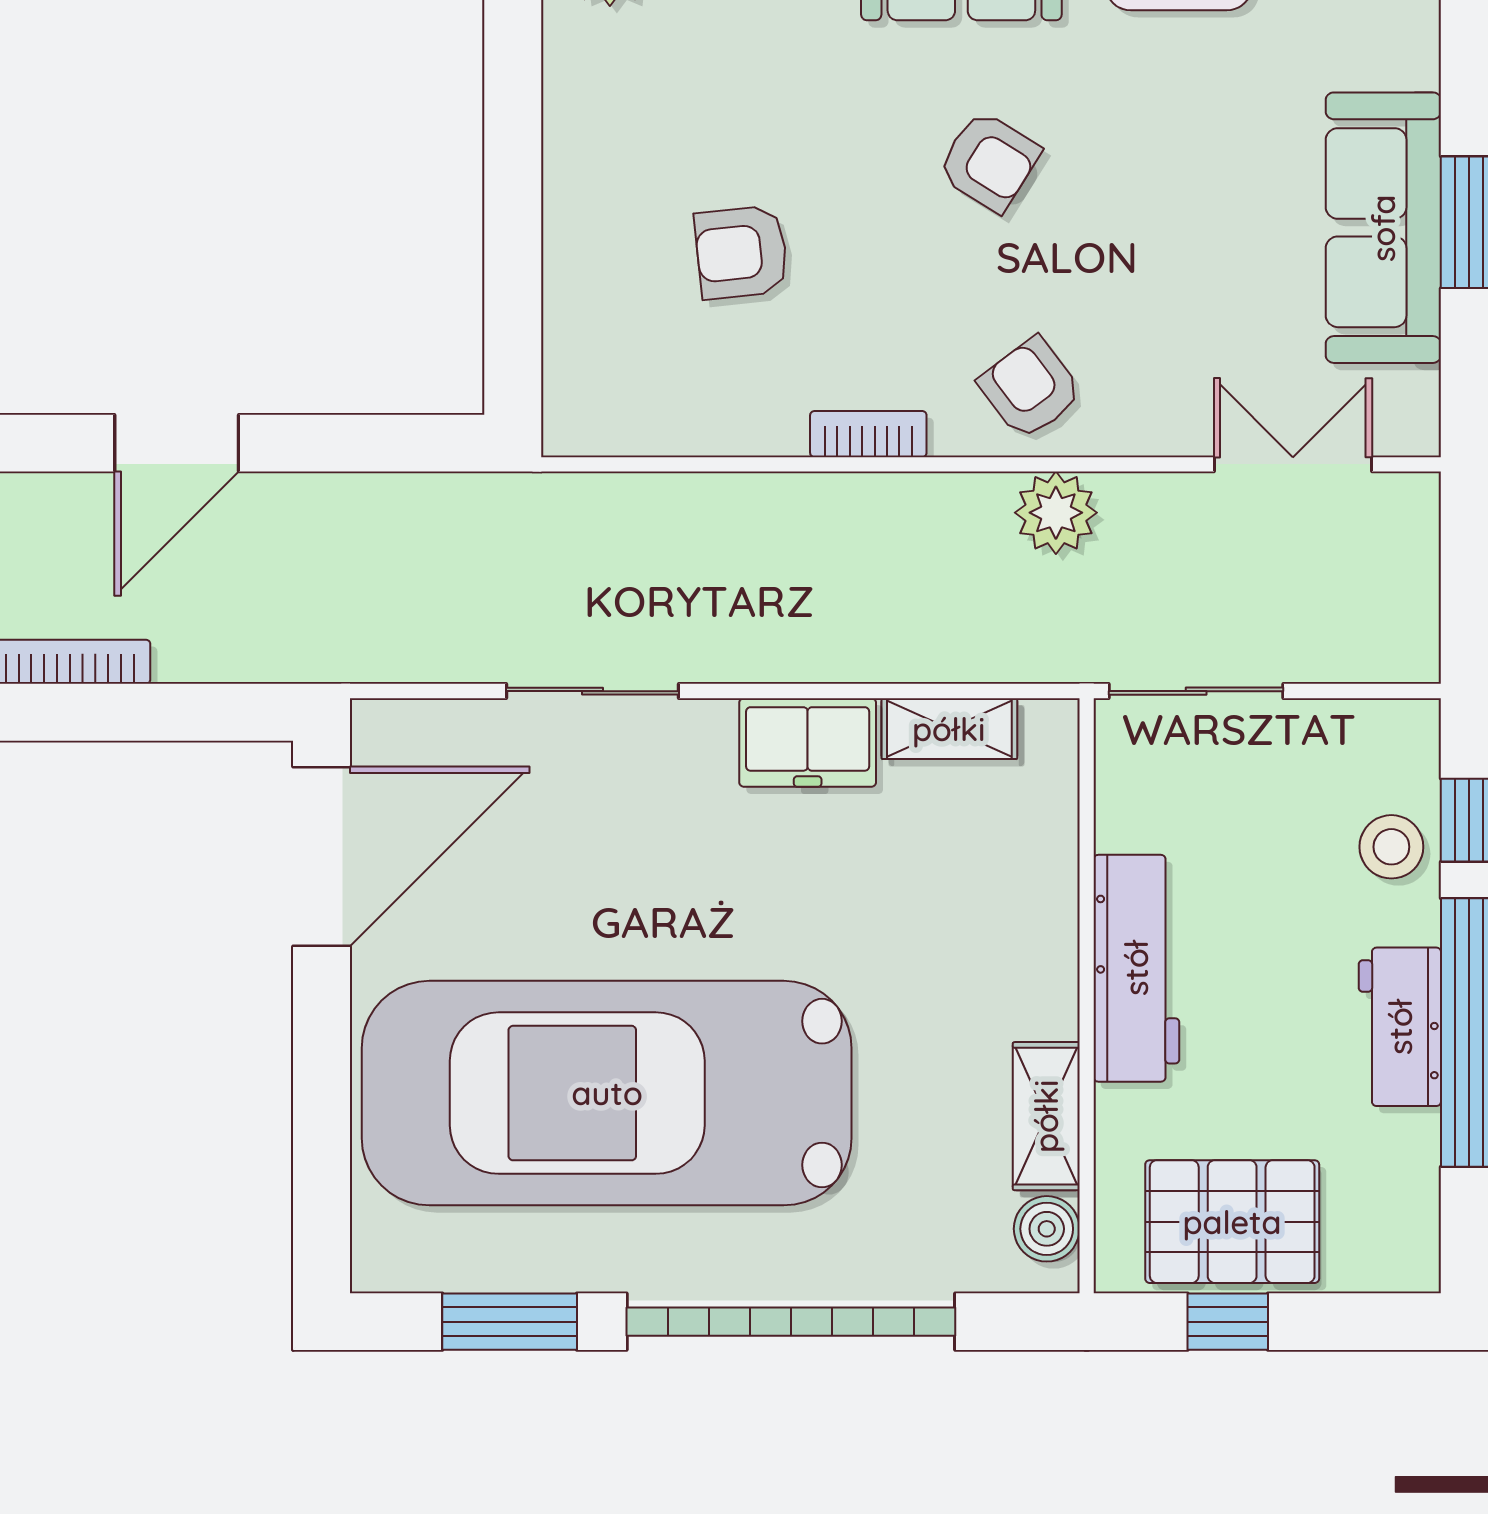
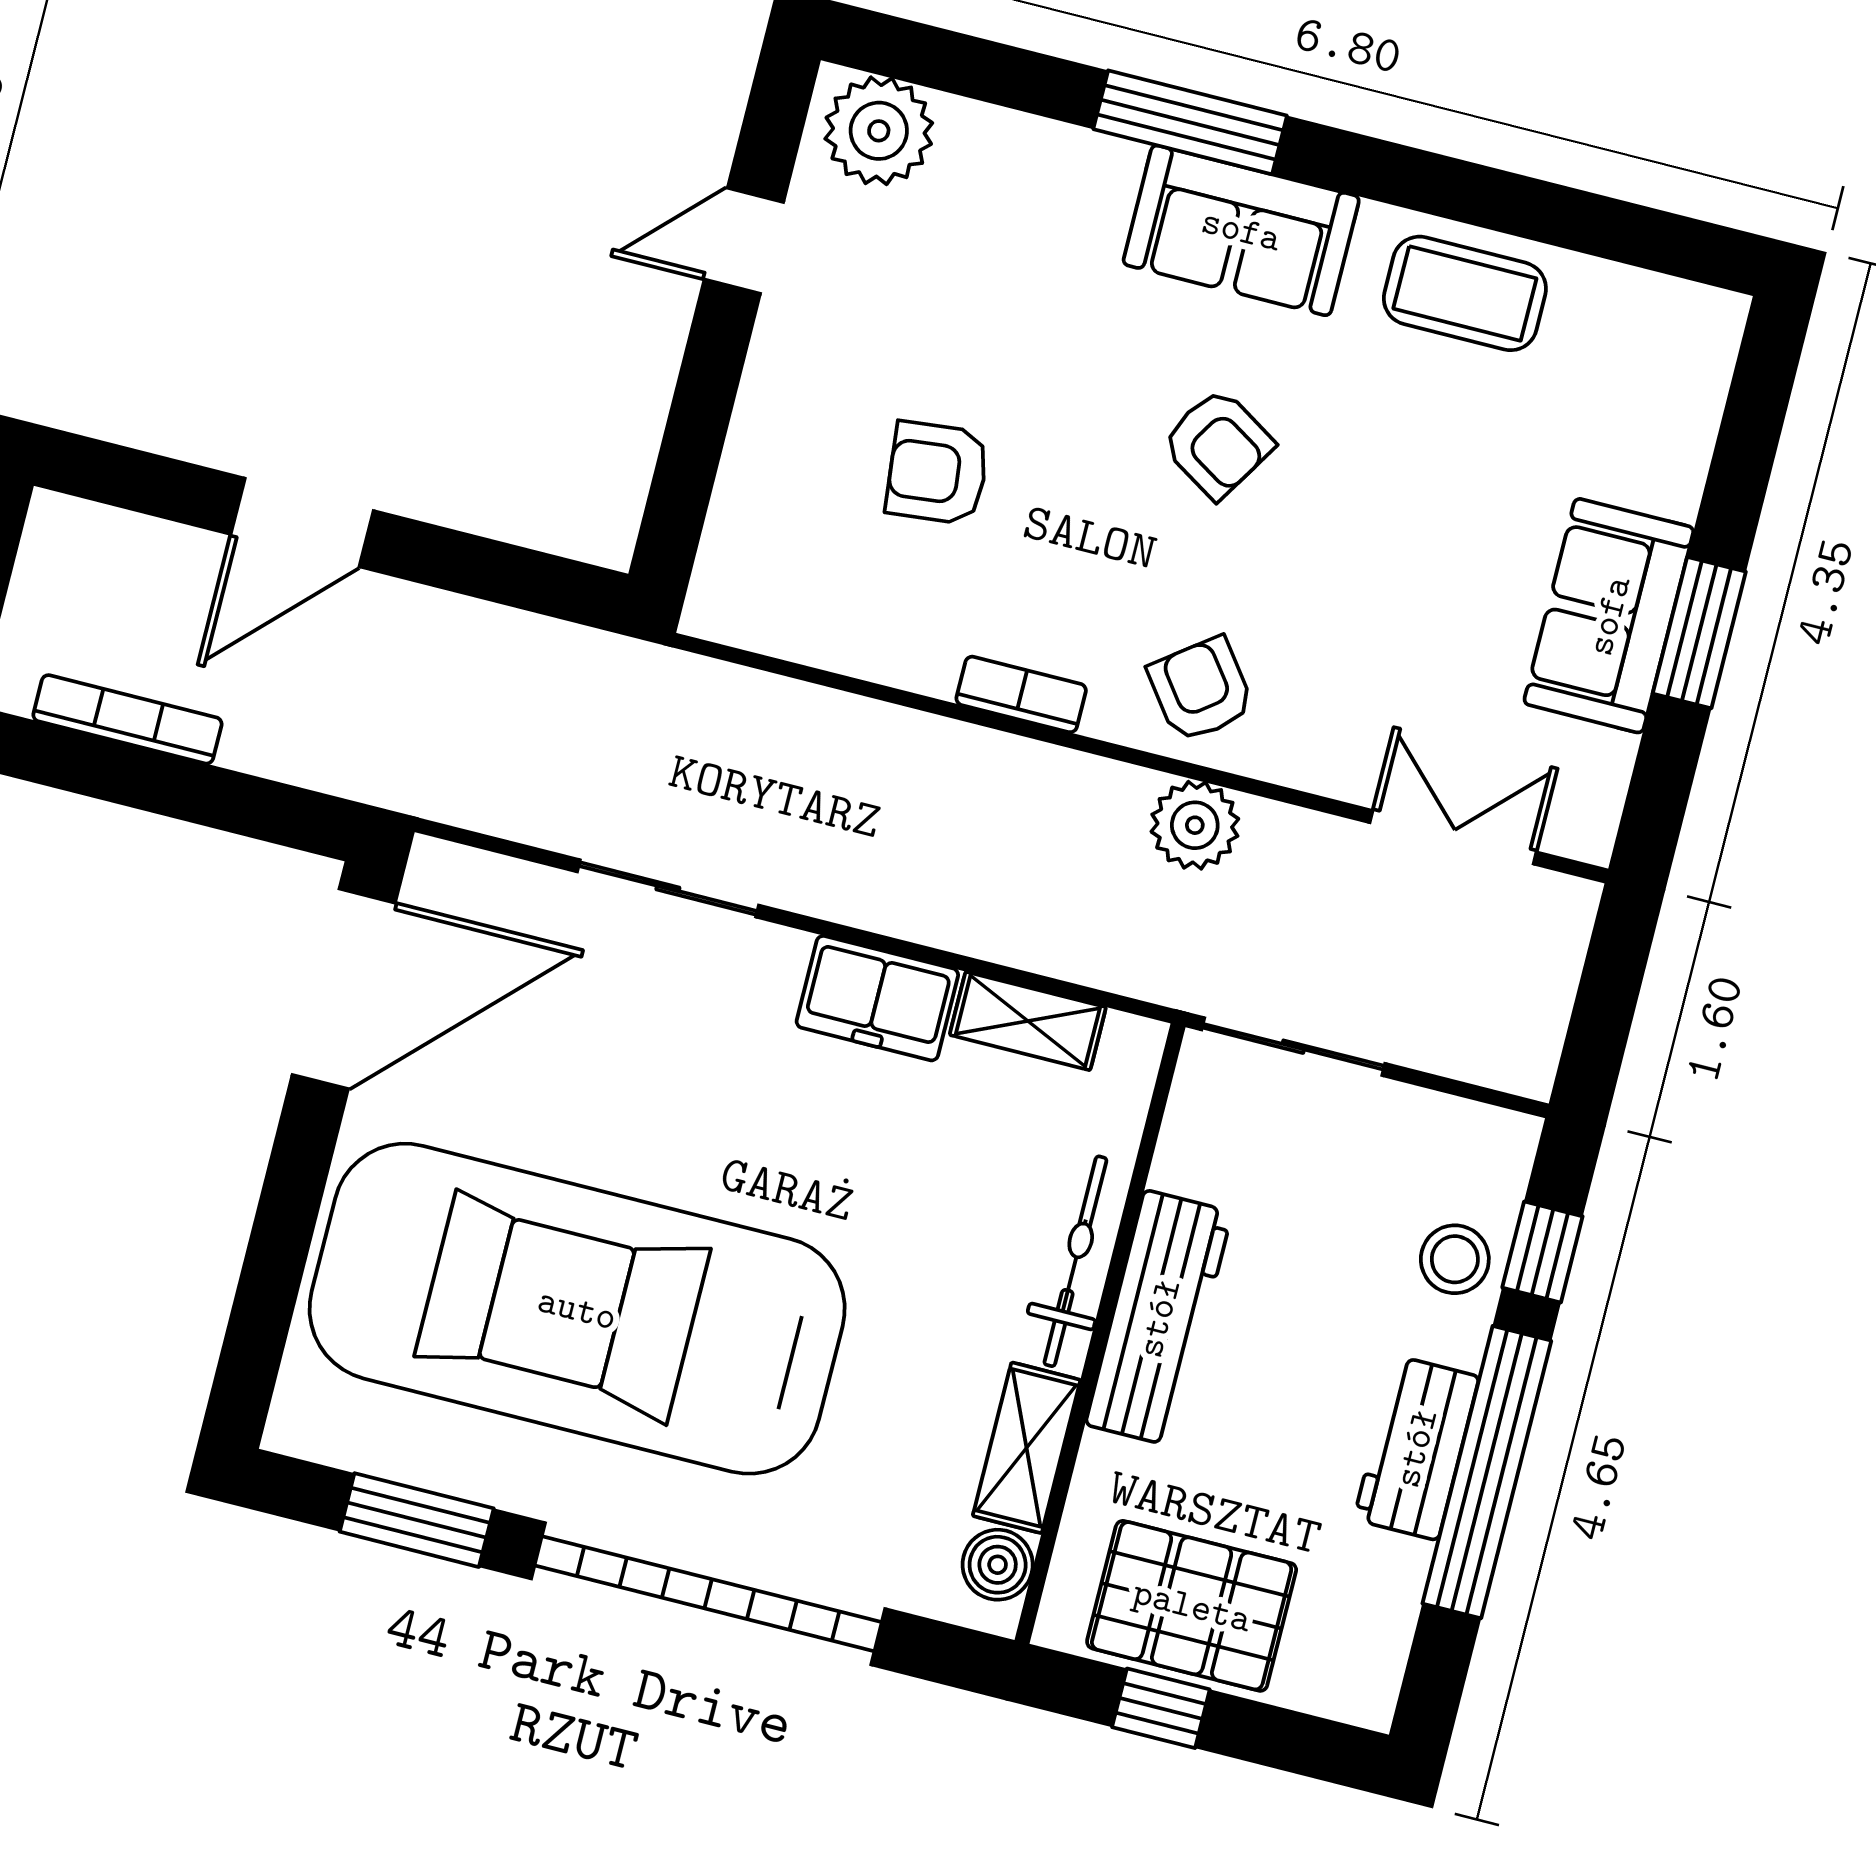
door: (513, 86) -> (744, 241), added
sofa: (1383, 228) -> (1609, 616), width x0.73
bicycle: (1048, 936) -> (1075, 1261), added

